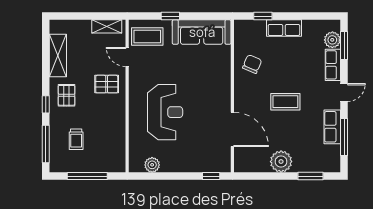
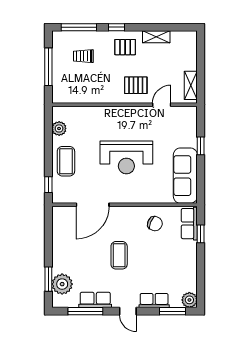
row of seats: (284, 28) -> (189, 224), moved
coffee table: (147, 36) -> (66, 161), moved
plant: (332, 40) -> (189, 300), moved
shelving: (58, 56) -> (156, 37), width x0.67, depth x0.75
pallet: (107, 84) -> (136, 85), turned 90
reception desk: (165, 112) -> (126, 157), moved
plant: (281, 162) -> (62, 284), moved

